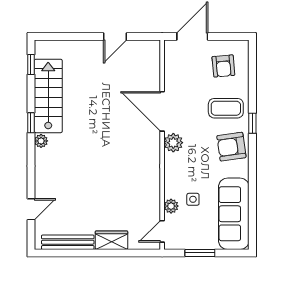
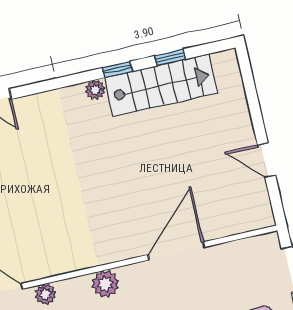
window: (31, 65) -> (170, 58), moved
plant: (173, 143) -> (105, 284), moved

